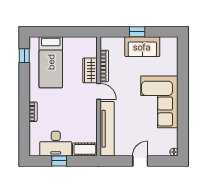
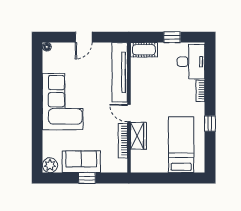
plant: (171, 43) -> (50, 165), added
window: (24, 56) -> (210, 124), moved
desk: (56, 144) -> (191, 62), moved, turned 90

